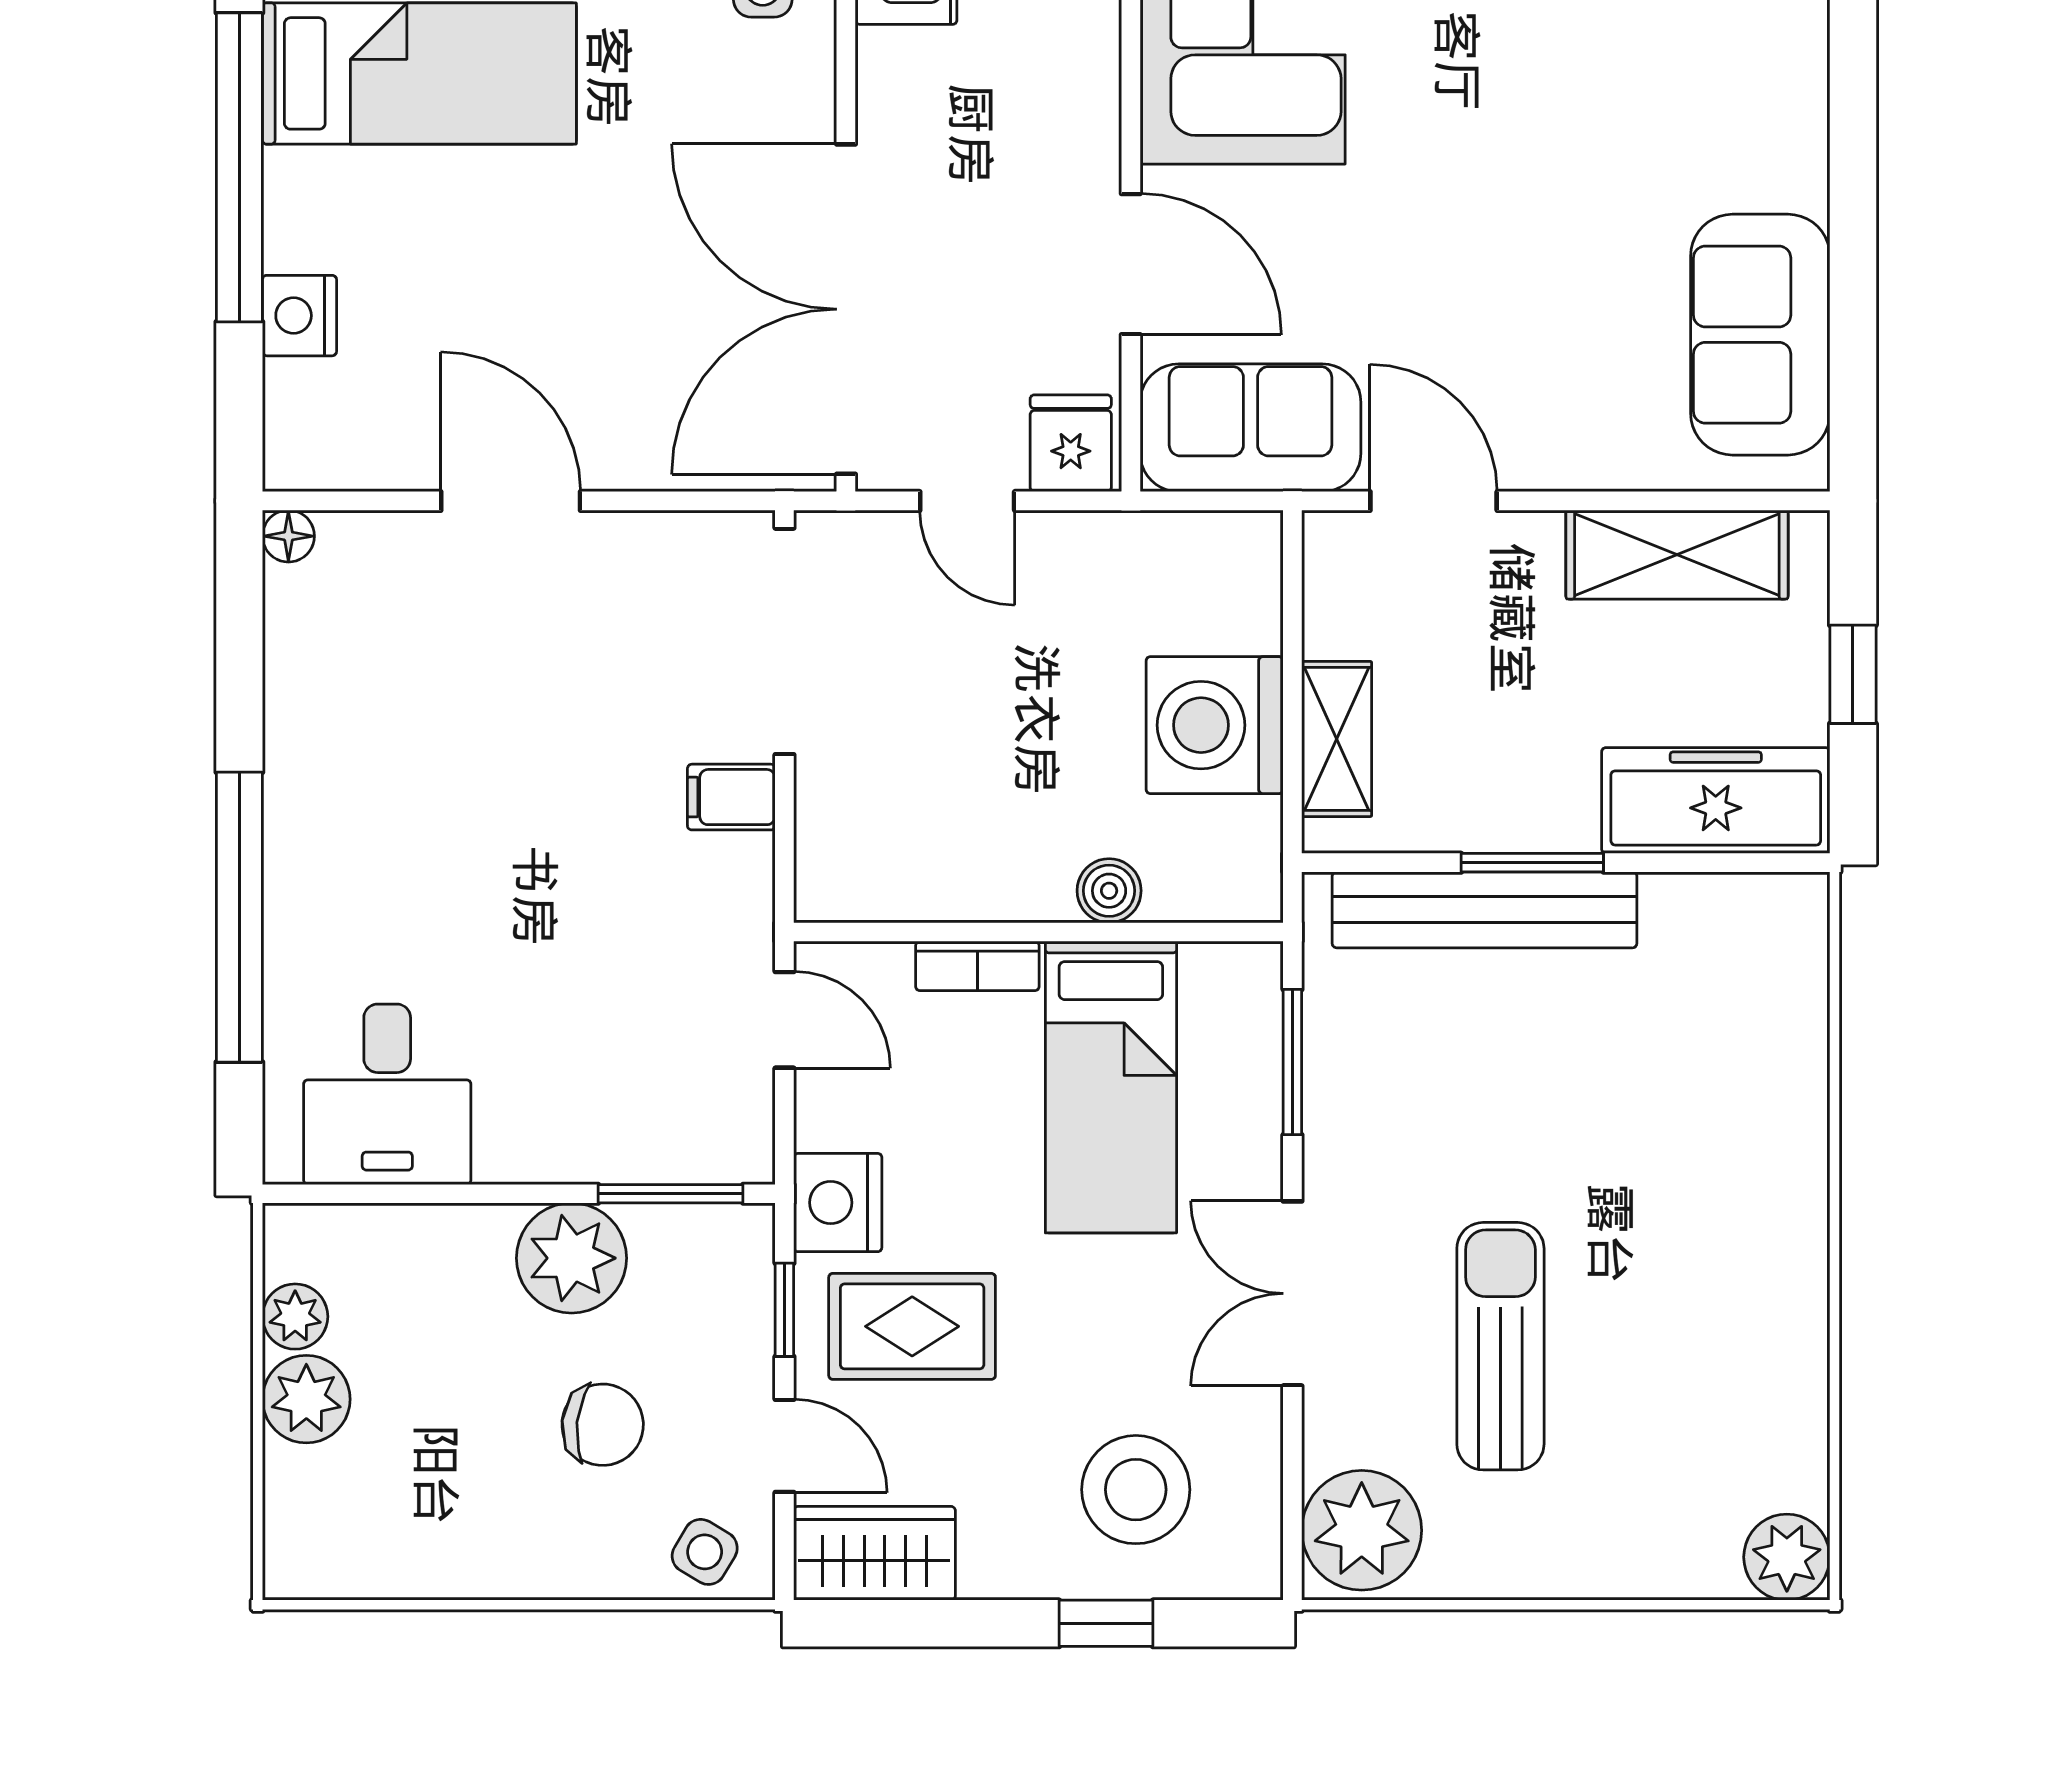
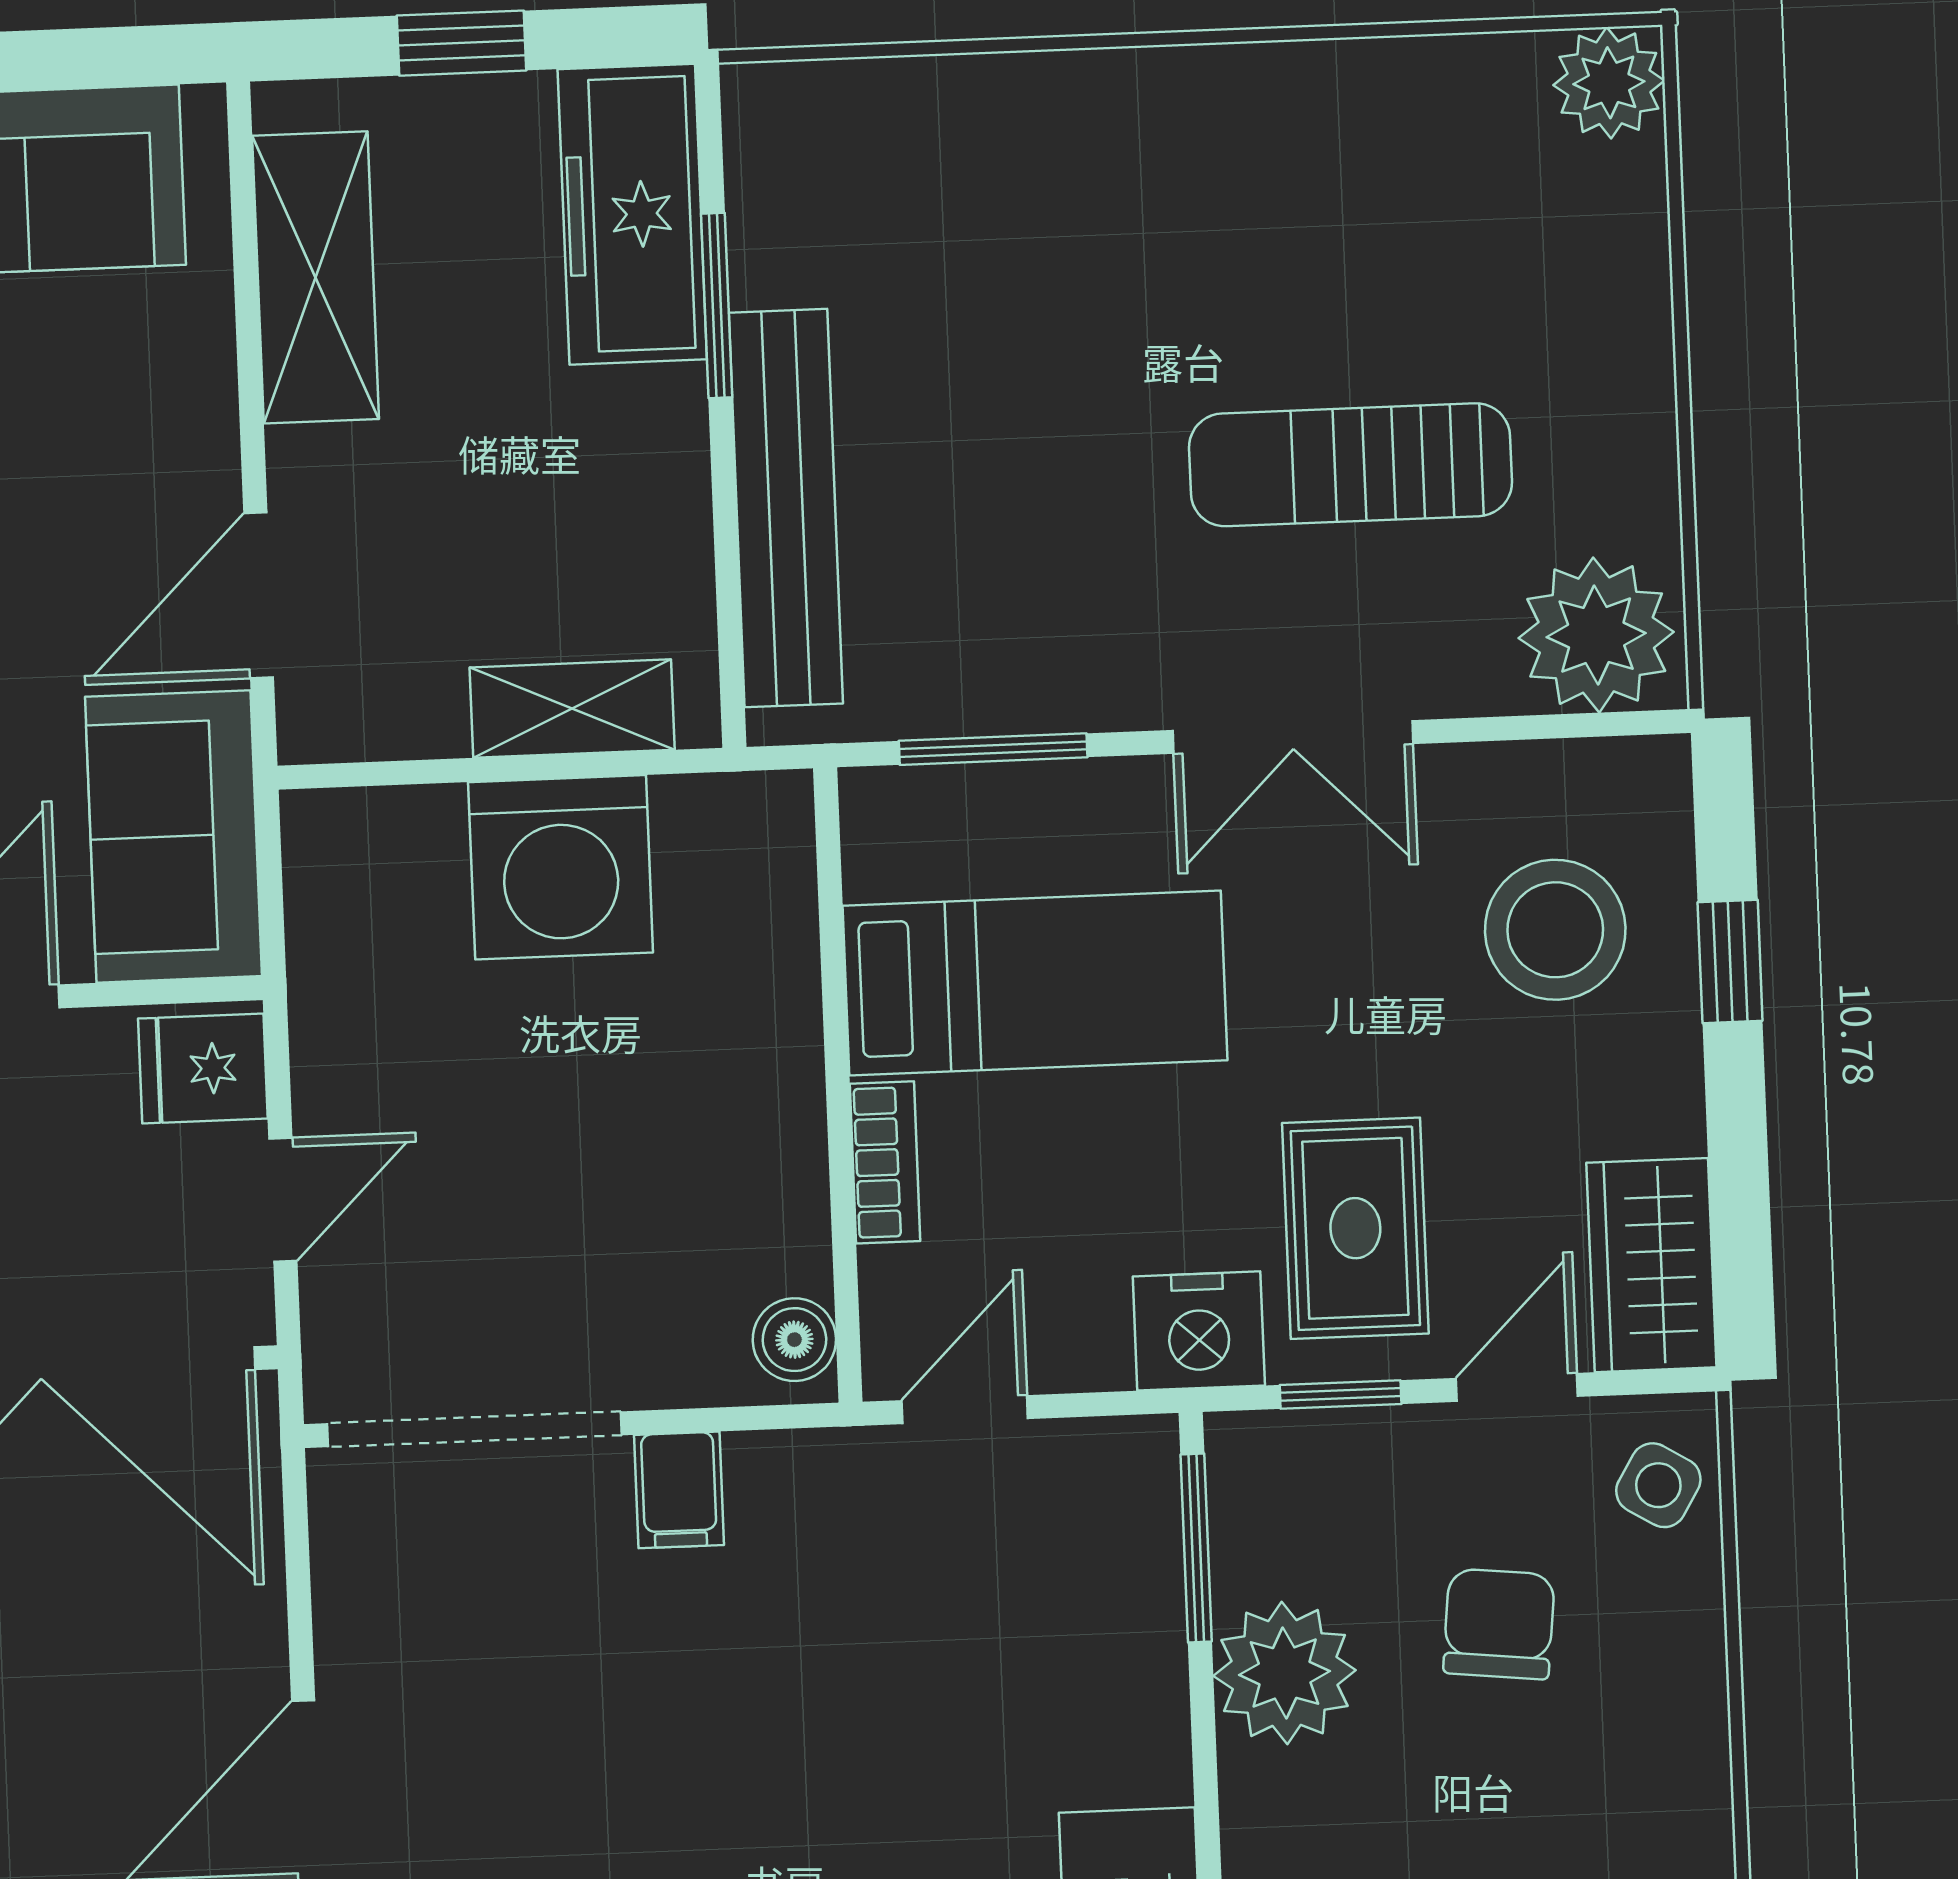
window: (1532, 863) -> (717, 305), moved
boiler: (1109, 891) -> (794, 1340), moved

